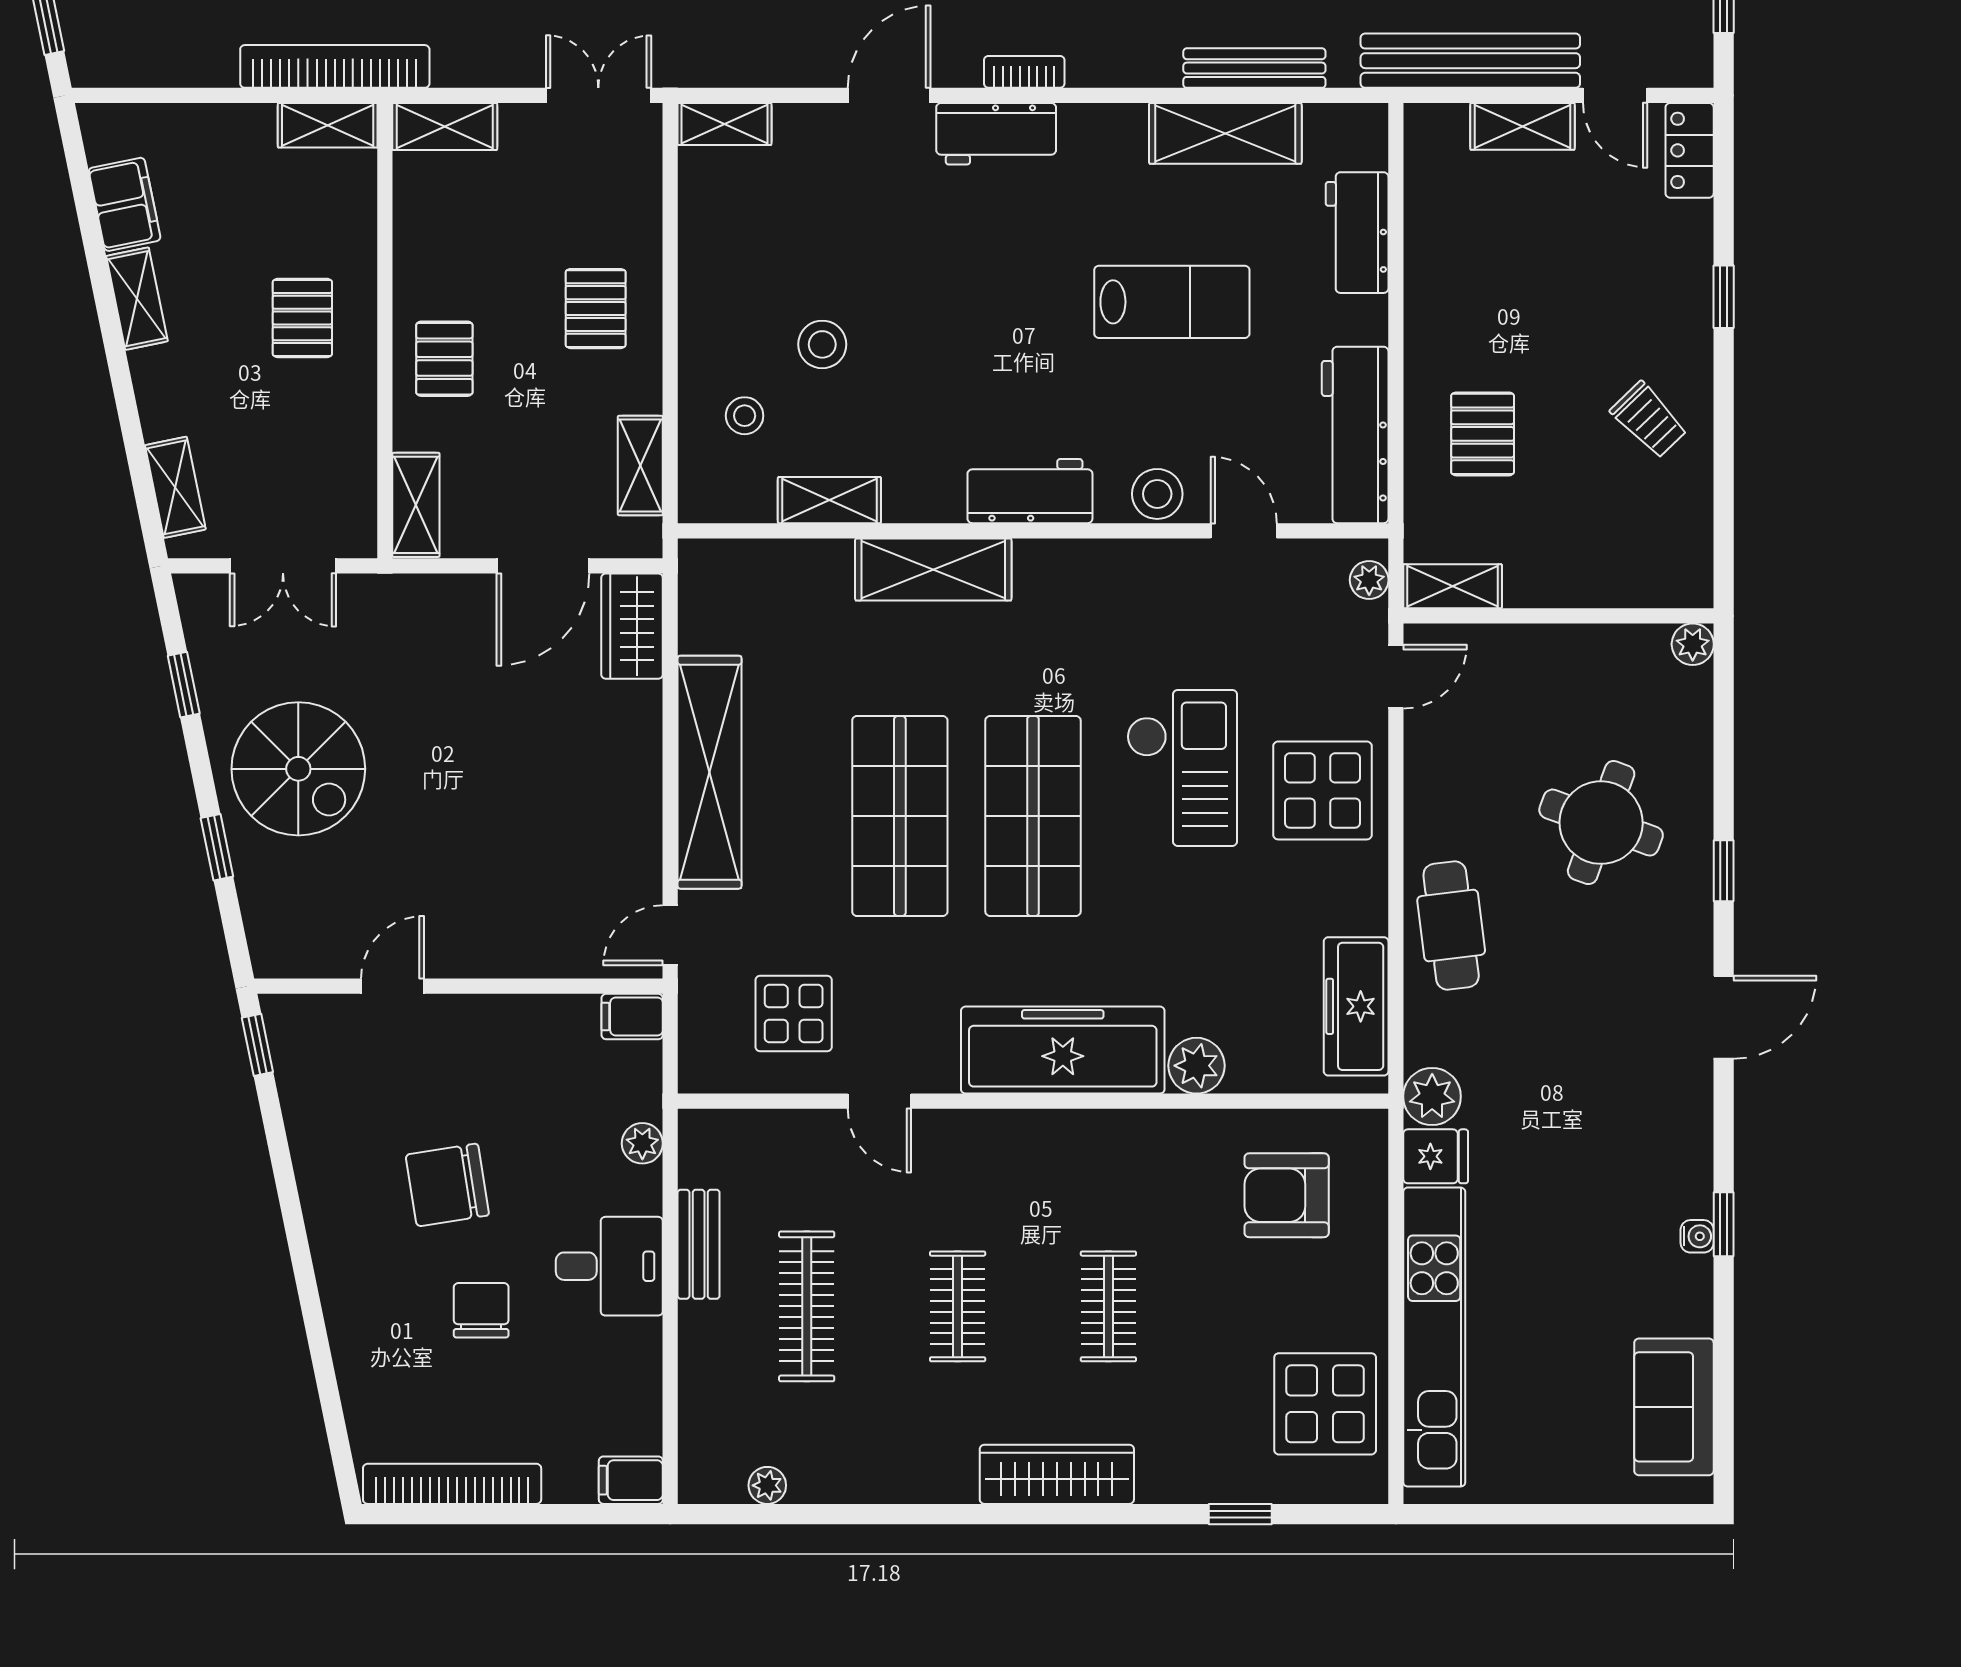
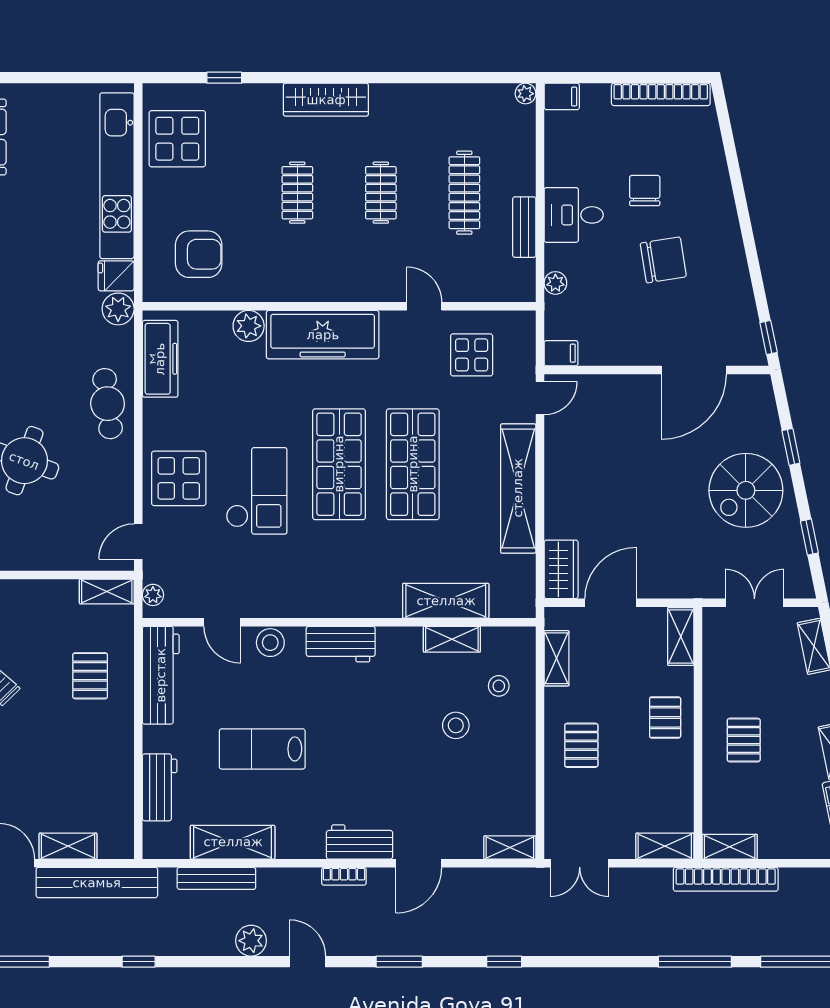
shelving: (933, 570) -> (446, 601), moved
checkout: (1182, 768) -> (257, 491), turned 180
spiral stairs: (298, 769) -> (746, 490), turned -90
door: (393, 986) -> (694, 370), width x1.88
chair: (481, 1310) -> (645, 191), turned 180
plant: (767, 1485) -> (525, 94), moved

